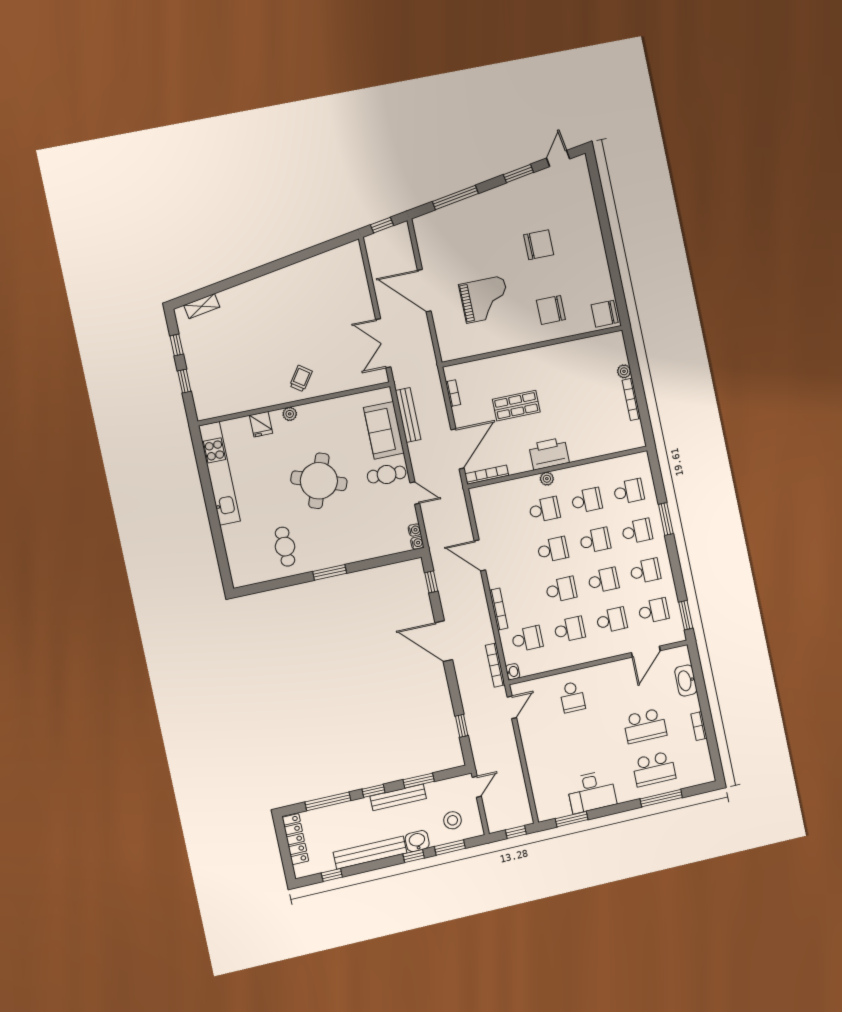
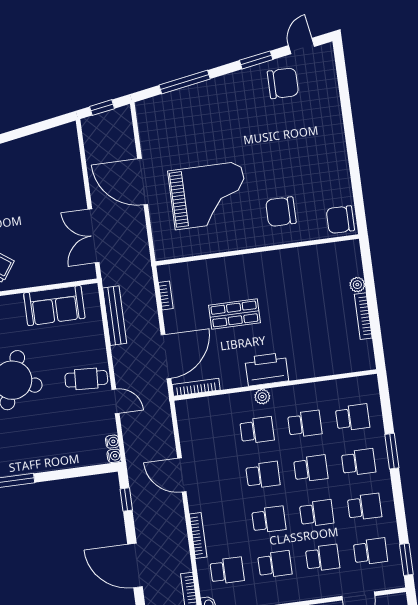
chair: (539, 245) -> (283, 83), moved
grand piano: (485, 300) -> (209, 195), width x1.37, depth x1.48
sofa: (384, 430) -> (54, 306), moved, turned -90

